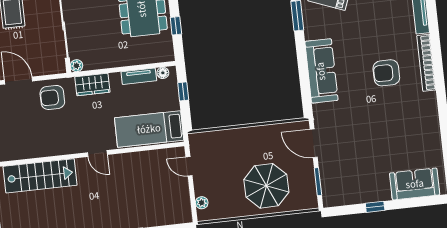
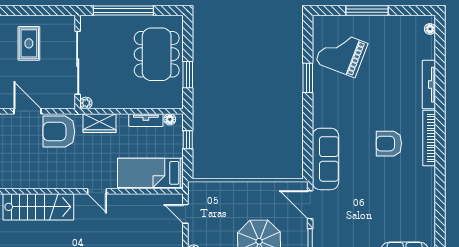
window: (176, 26) -> (188, 75), width x1.50
sofa: (321, 71) -> (325, 159), moved
armchair: (52, 97) -> (59, 132), width x1.36, depth x1.36

